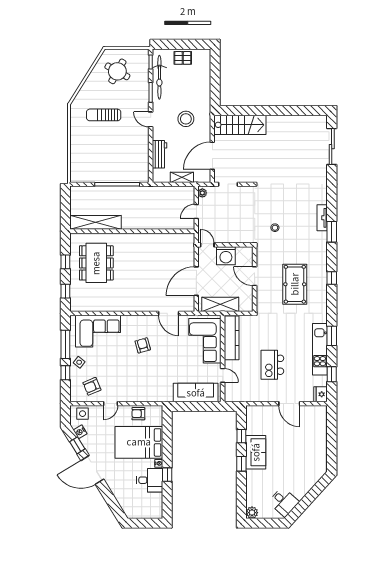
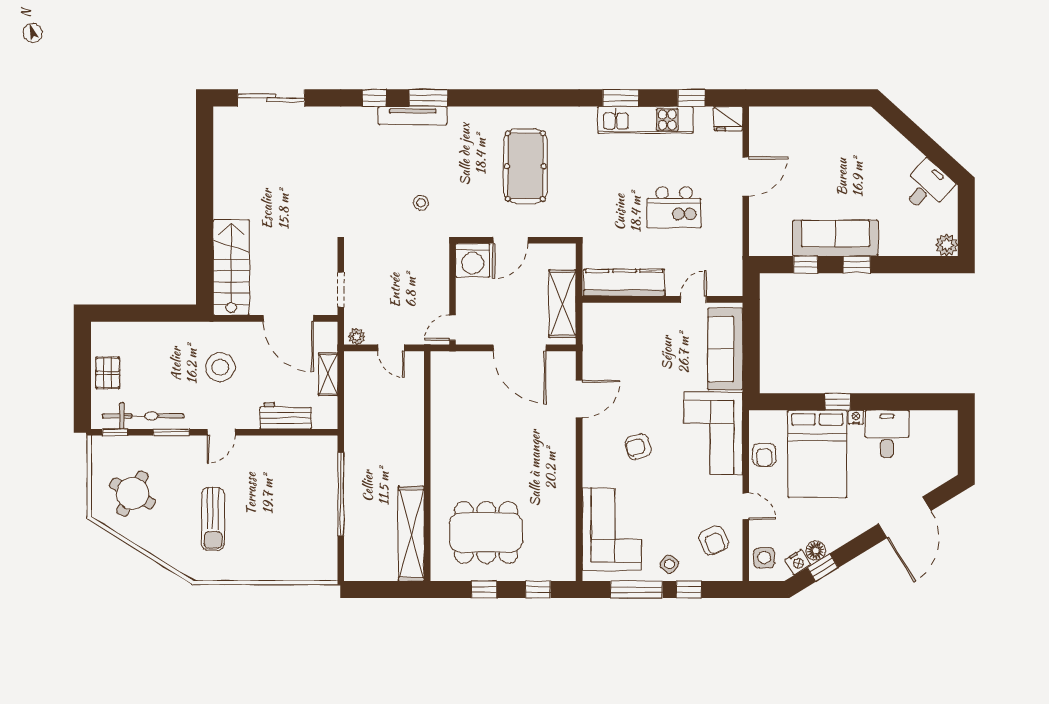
tv unit: (322, 218) -> (413, 116), width x1.41
washing machine: (226, 256) -> (473, 260), moved, turned 90
window: (332, 278) -> (374, 98), moved
pool table: (295, 284) -> (525, 166), turned 90
corner sofa: (205, 341) -> (713, 433), moved, turned 90
floor lamp: (86, 442) -> (816, 551), added
sofa: (256, 452) -> (835, 238), width x1.36
door: (92, 470) -> (905, 517), moved
window: (167, 475) -> (838, 402), moved

